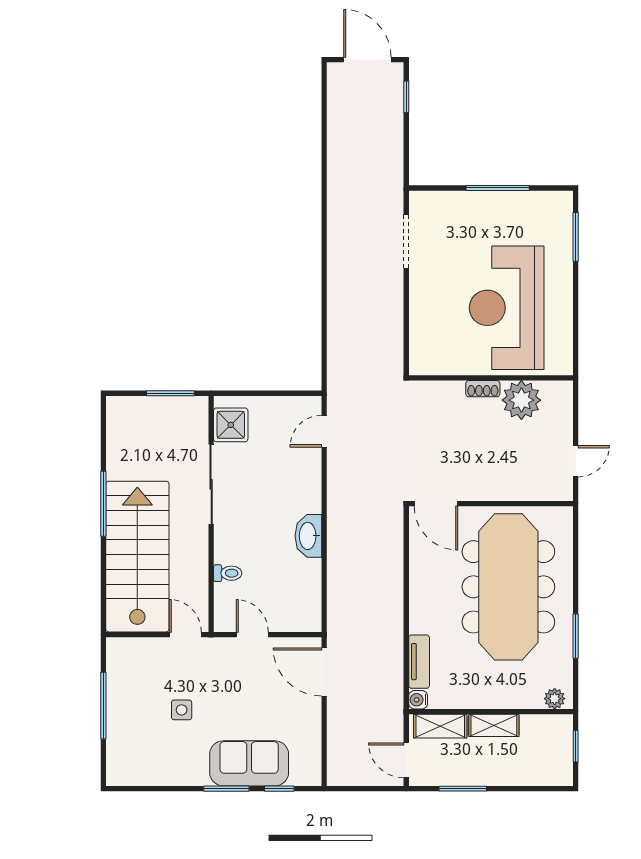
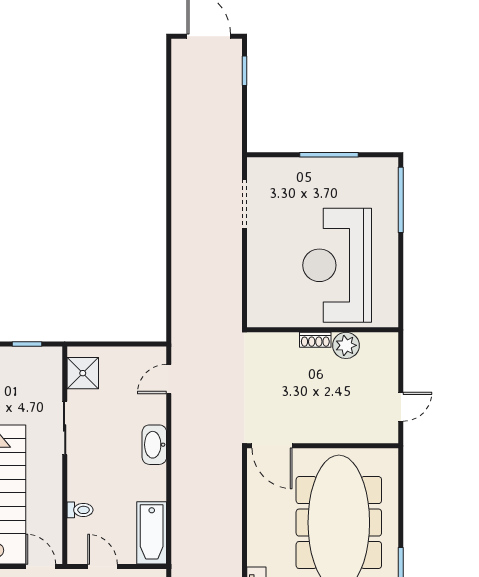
window: (576, 237) -> (401, 200), width x1.44
window: (170, 393) -> (27, 344), width x0.67
plant: (521, 400) -> (346, 345), width x0.73, depth x0.73
sliding door: (211, 484) -> (65, 428), width x0.73
washbasin: (308, 536) -> (154, 445), moved
bathtub: (306, 598) -> (152, 533), added

